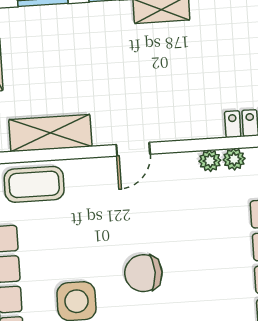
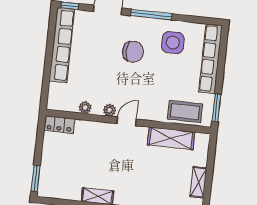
plant: (234, 159) -> (109, 110), moved

